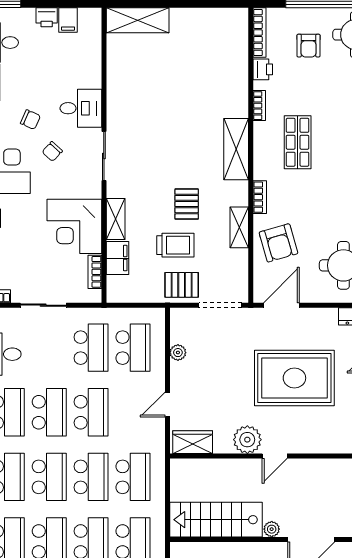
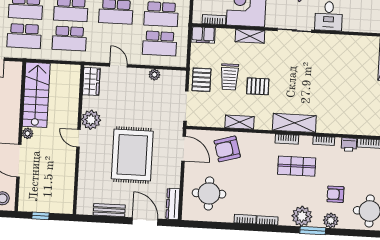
armchair: (309, 46) -> (335, 194), moved
bookcase: (260, 197) -> (287, 139), moved
filing cabinet: (117, 258) -> (203, 35), moved

